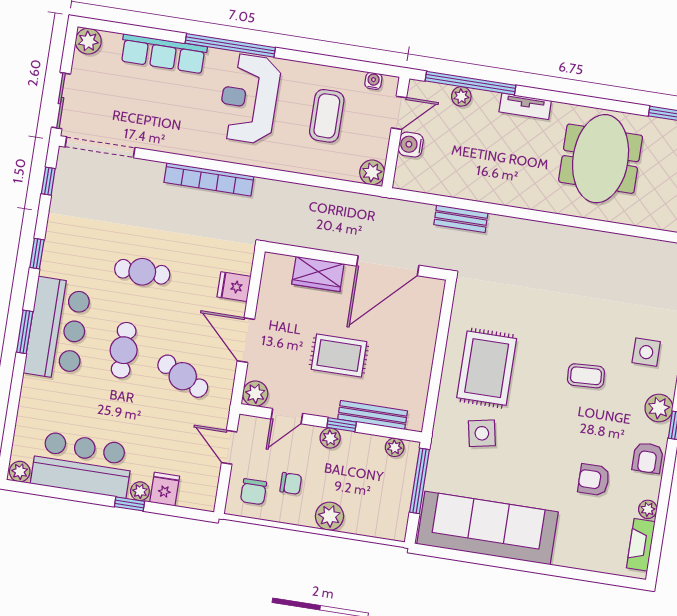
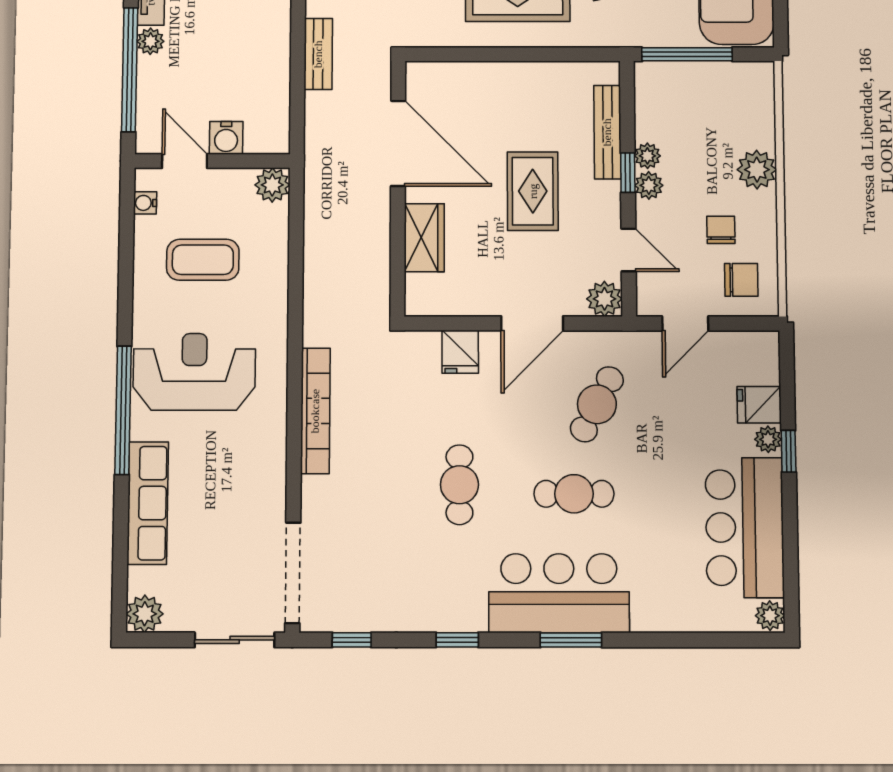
plant: (461, 96) -> (150, 41), moved
reception desk: (249, 99) -> (194, 372), turned 180
plant: (395, 447) -> (647, 156), moved

